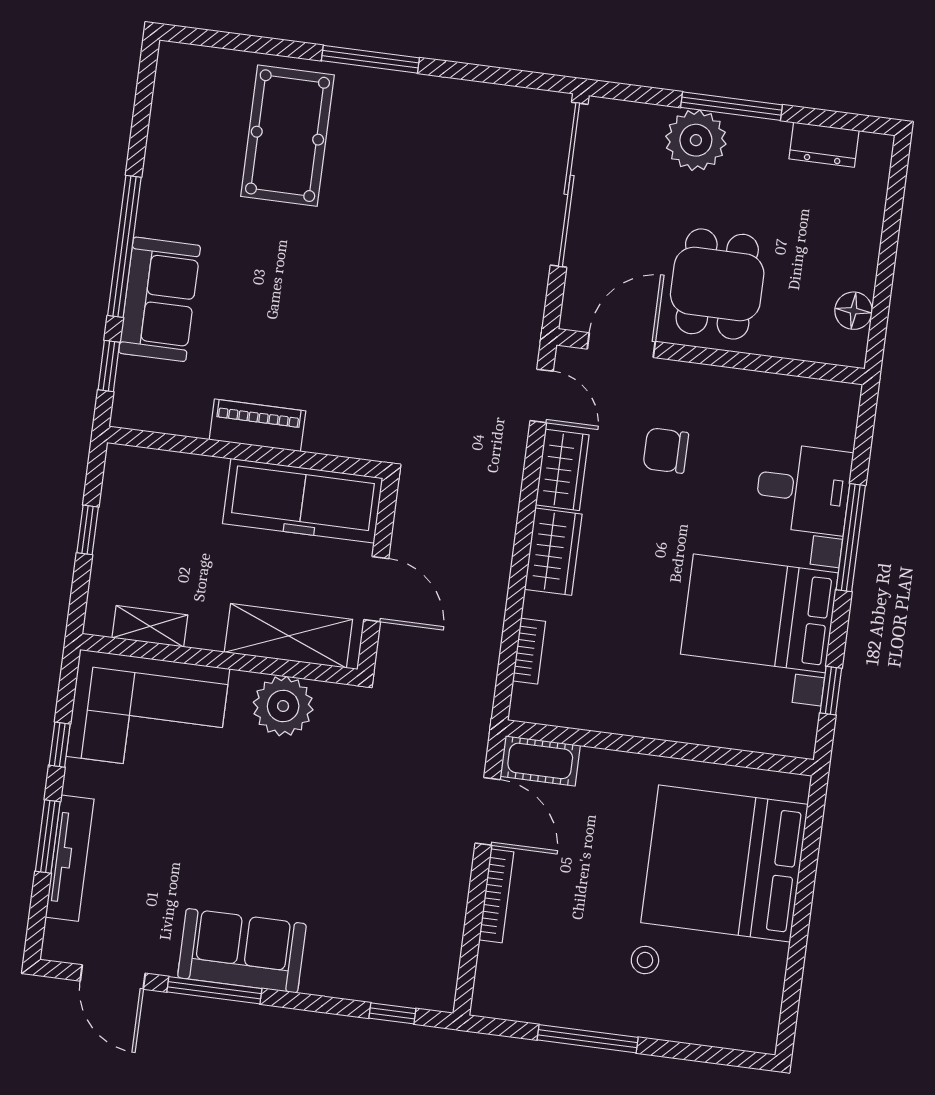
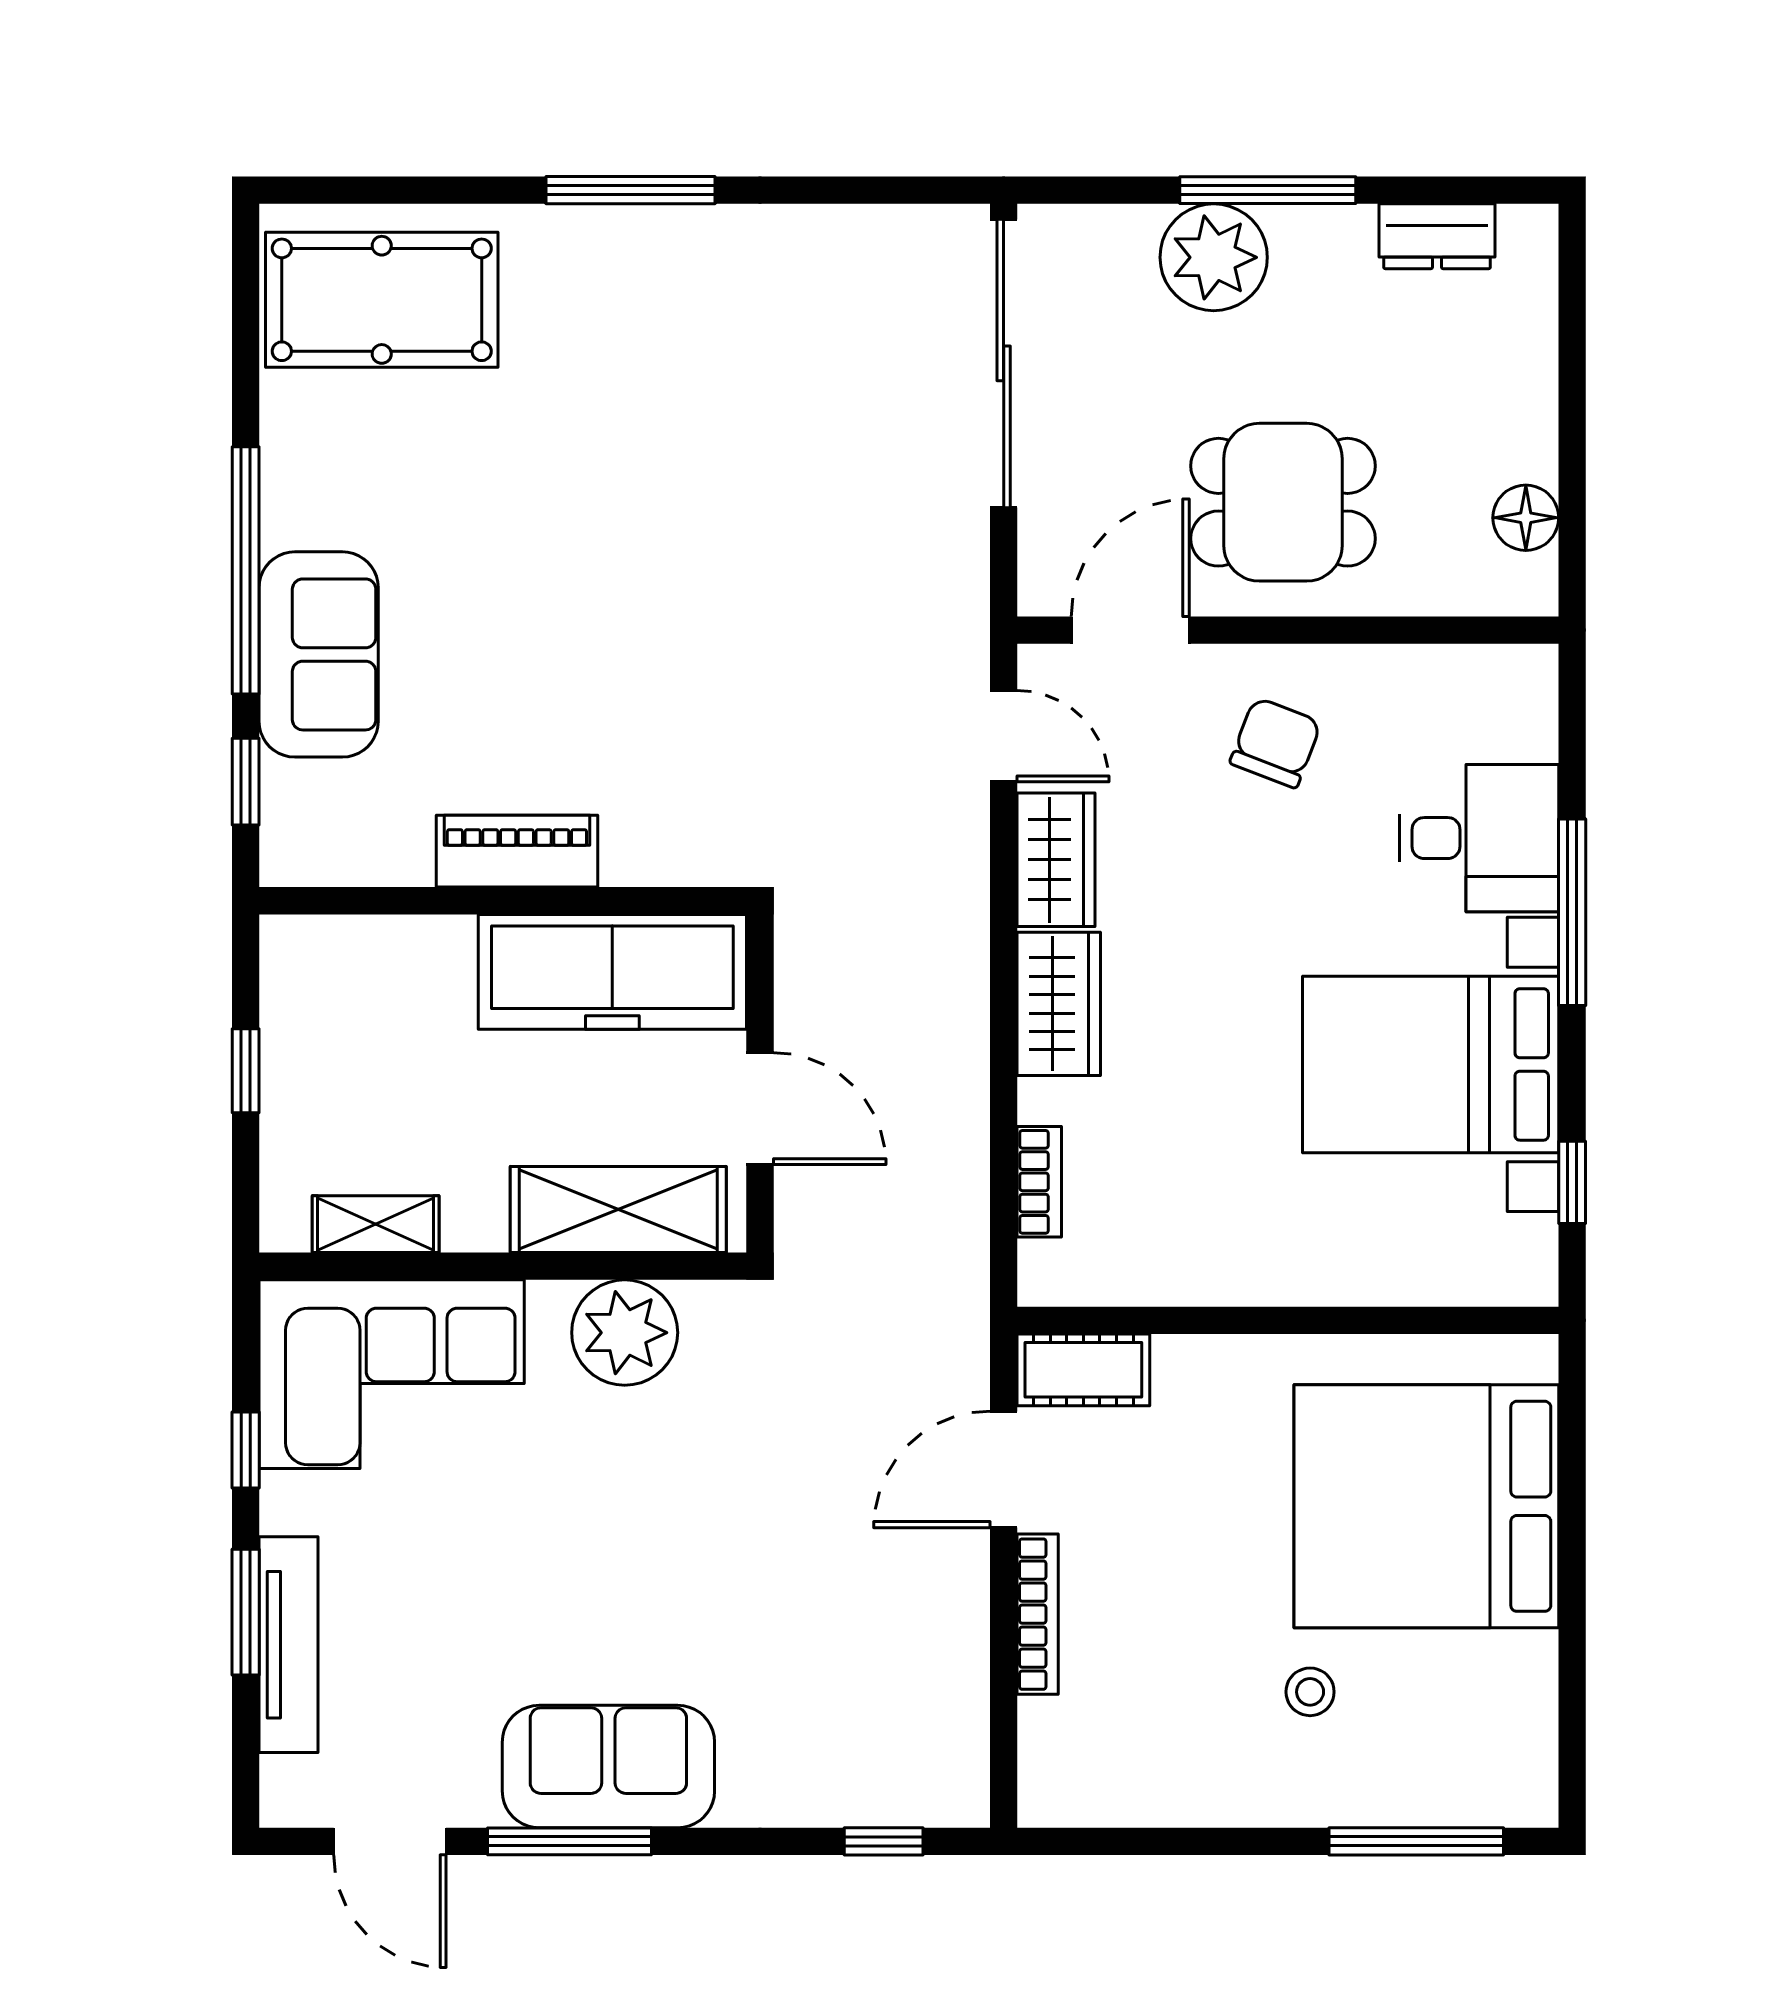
pool table: (287, 136) -> (382, 300), moved, turned 90
dining table: (717, 284) -> (1283, 502), turned 90
chair: (666, 450) -> (1276, 743), moved, turned 111
door: (488, 811) -> (1004, 1469), swing flipped
window: (588, 1039) -> (1416, 1841), moved

